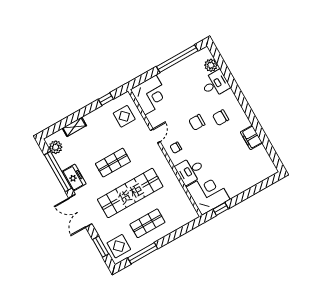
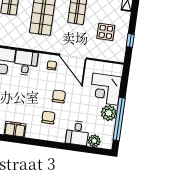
plant: (179, 71) -> (109, 113), added
corner desk: (150, 95) -> (105, 89), moved
display table: (124, 116) -> (106, 32), moved
door: (155, 136) -> (73, 57), width x1.88

